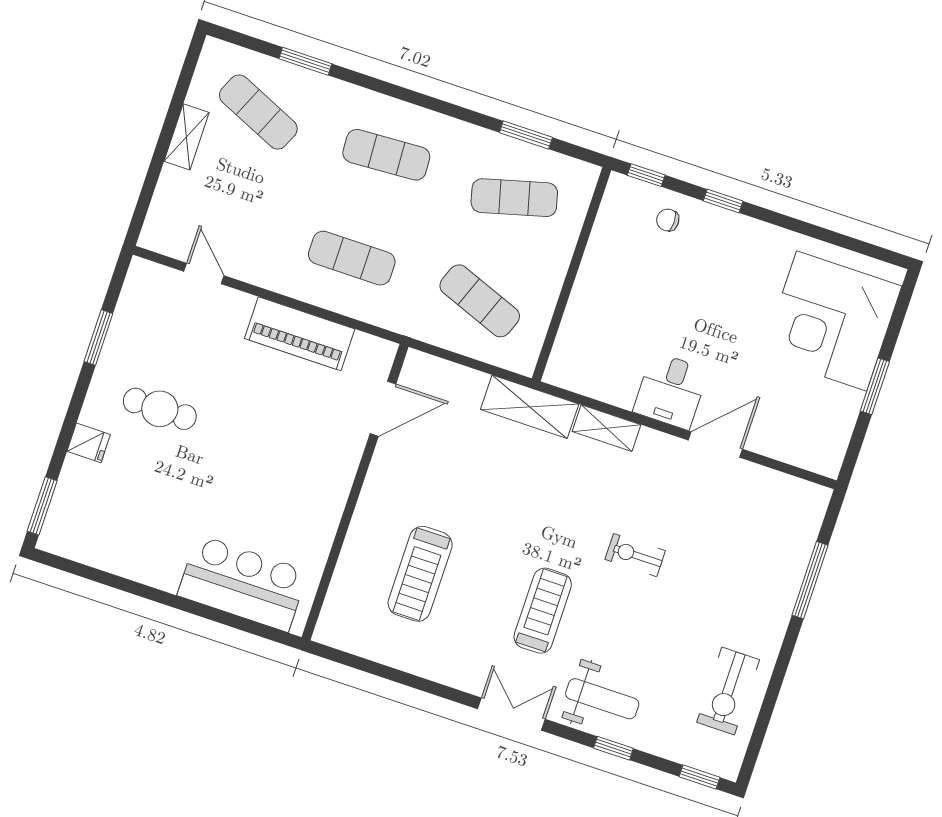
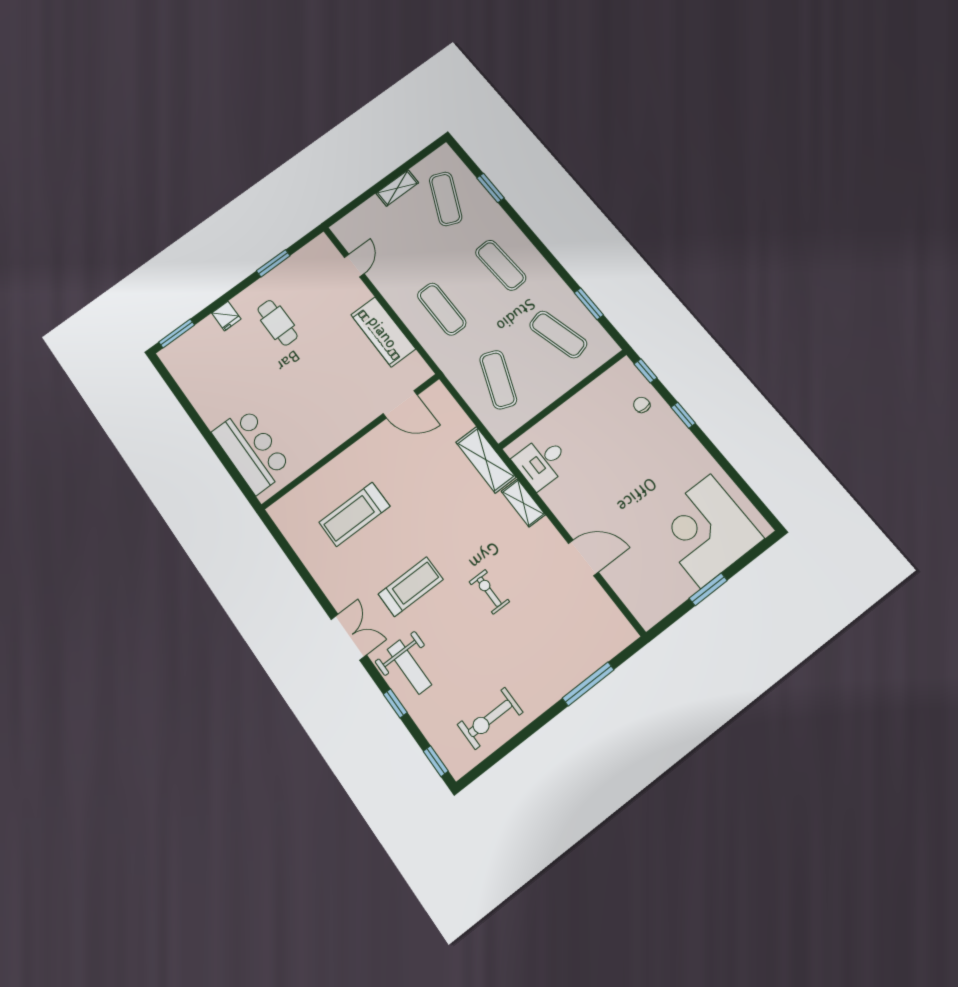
desk: (671, 391) -> (542, 462), moved

